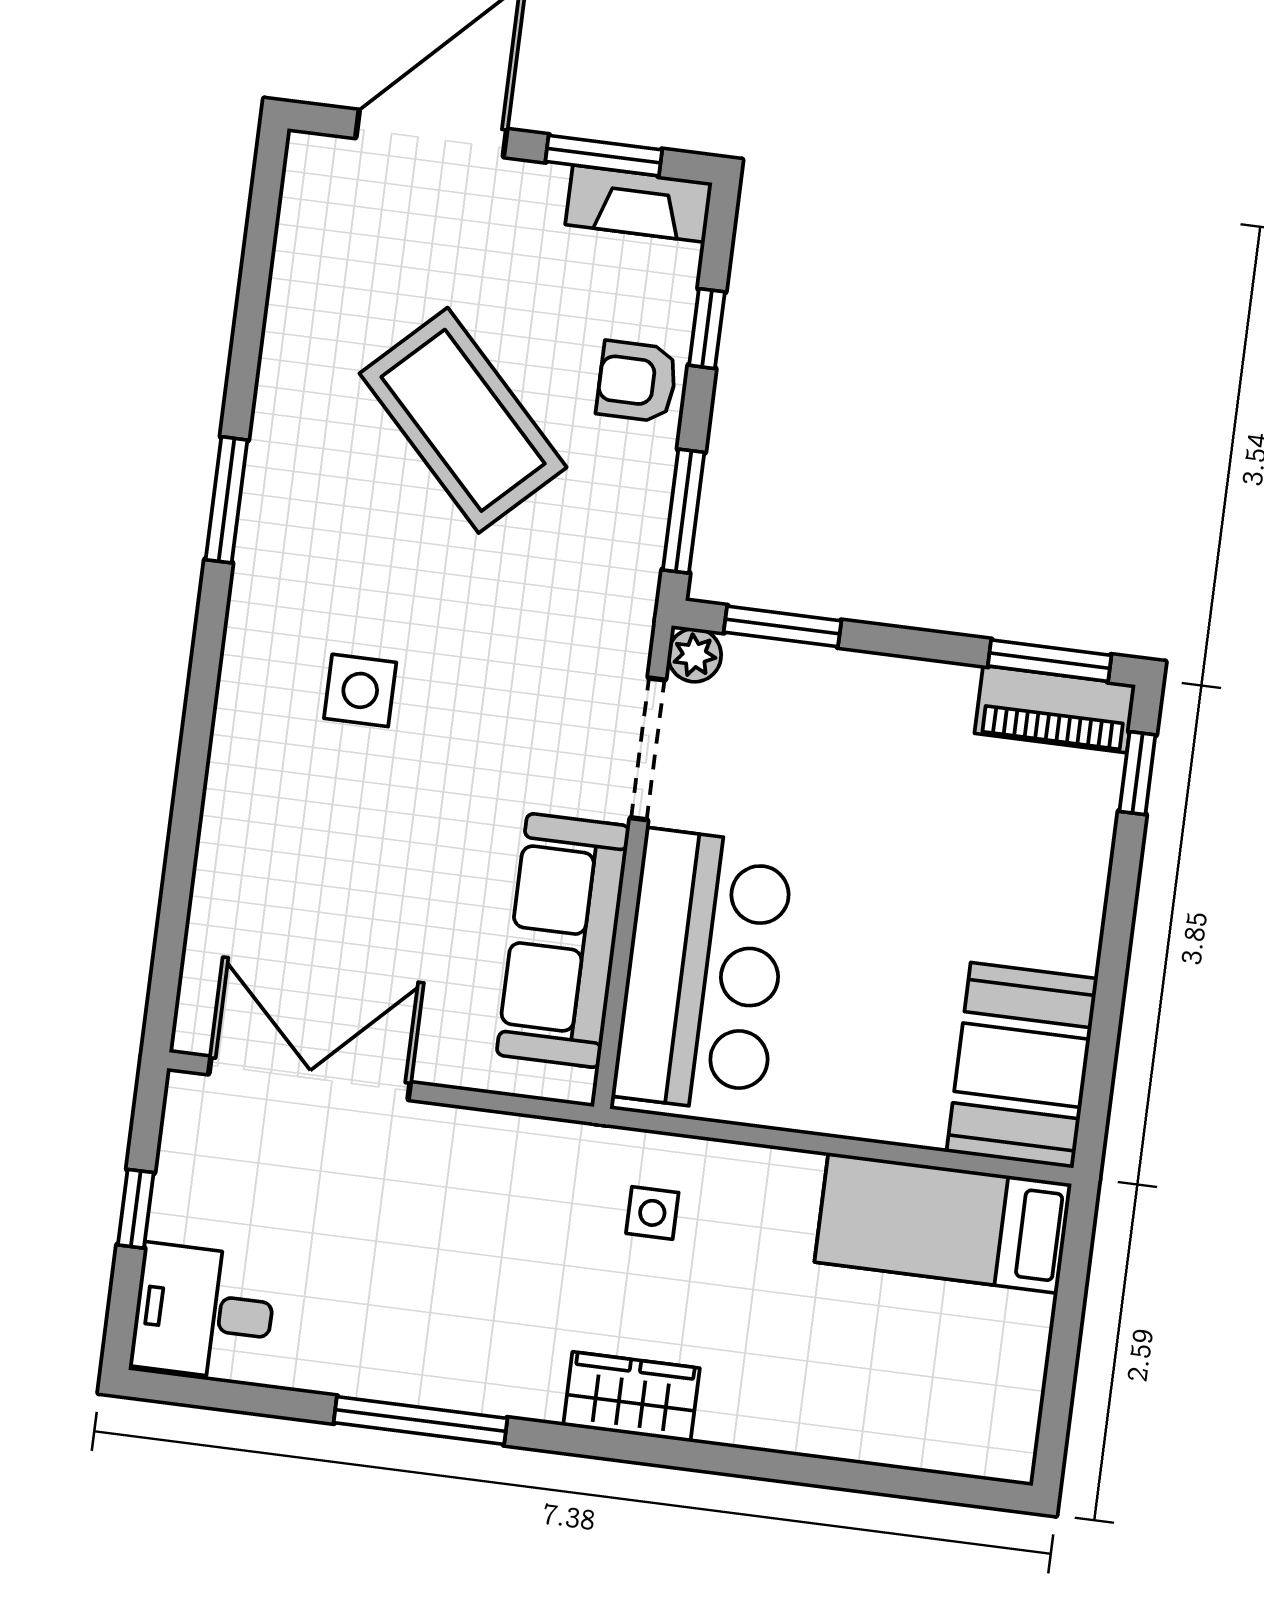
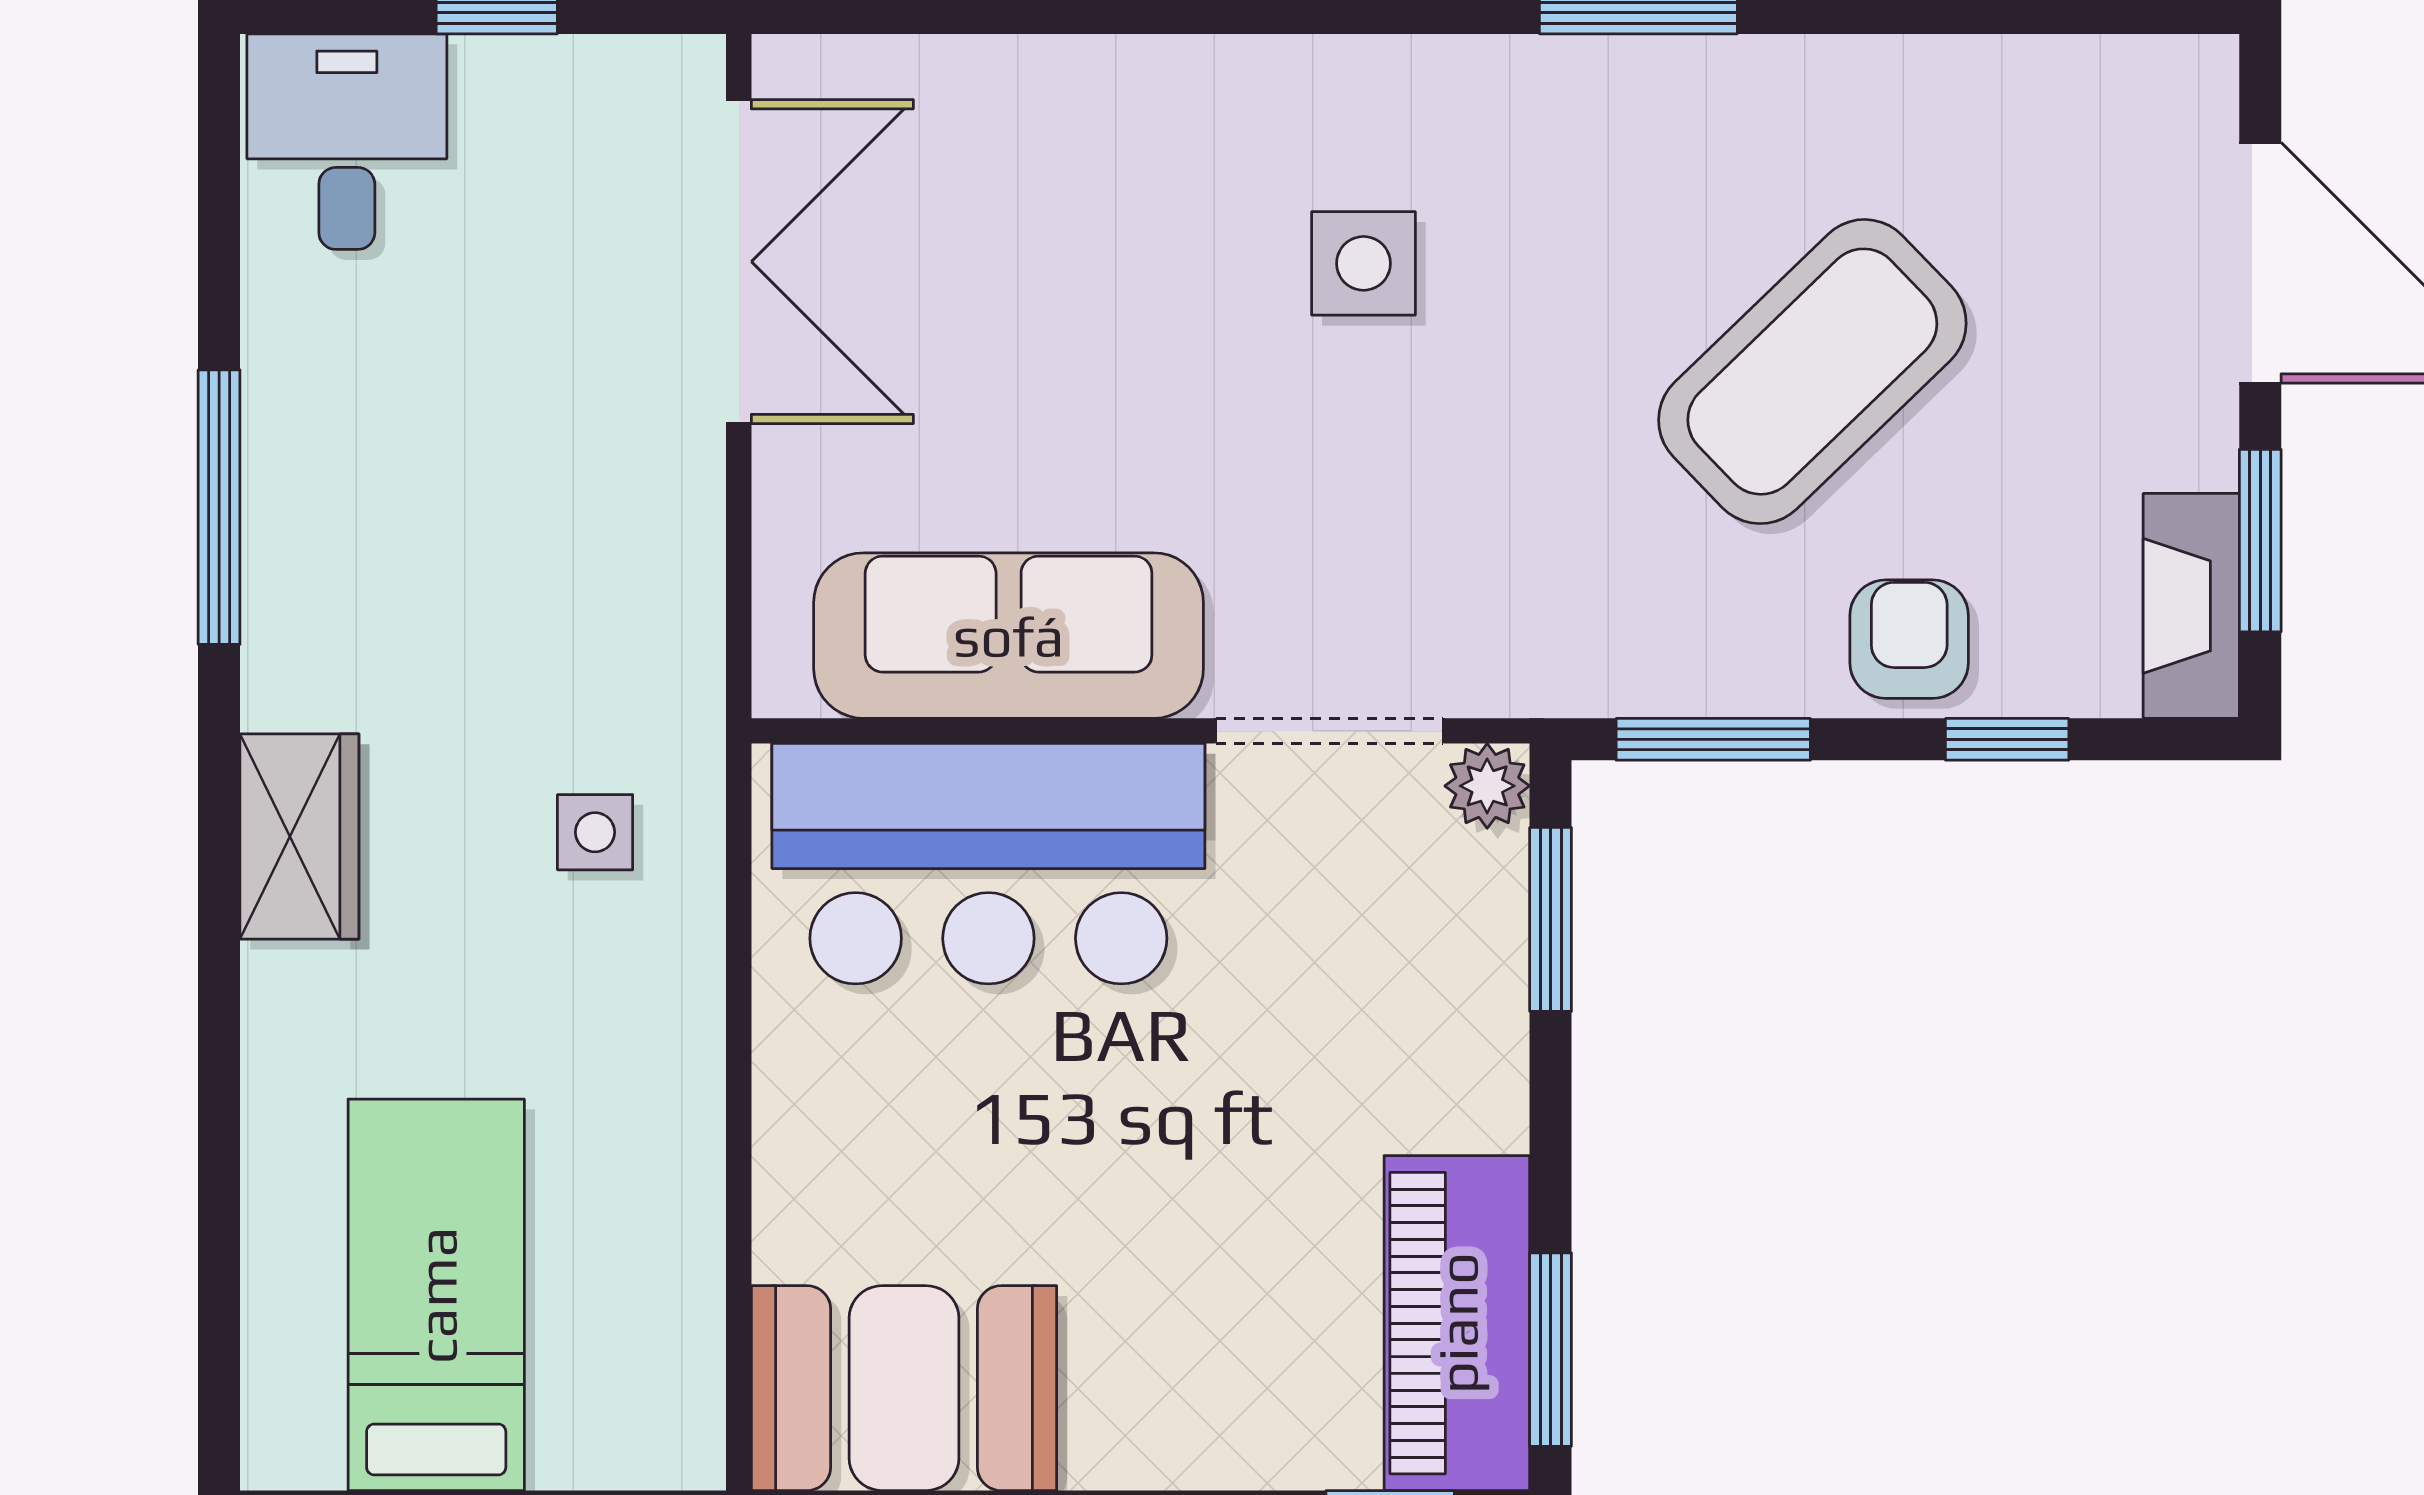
piano: (1055, 709) -> (1457, 1323), width x1.37, depth x1.33
bed: (943, 1223) -> (436, 1295), moved

